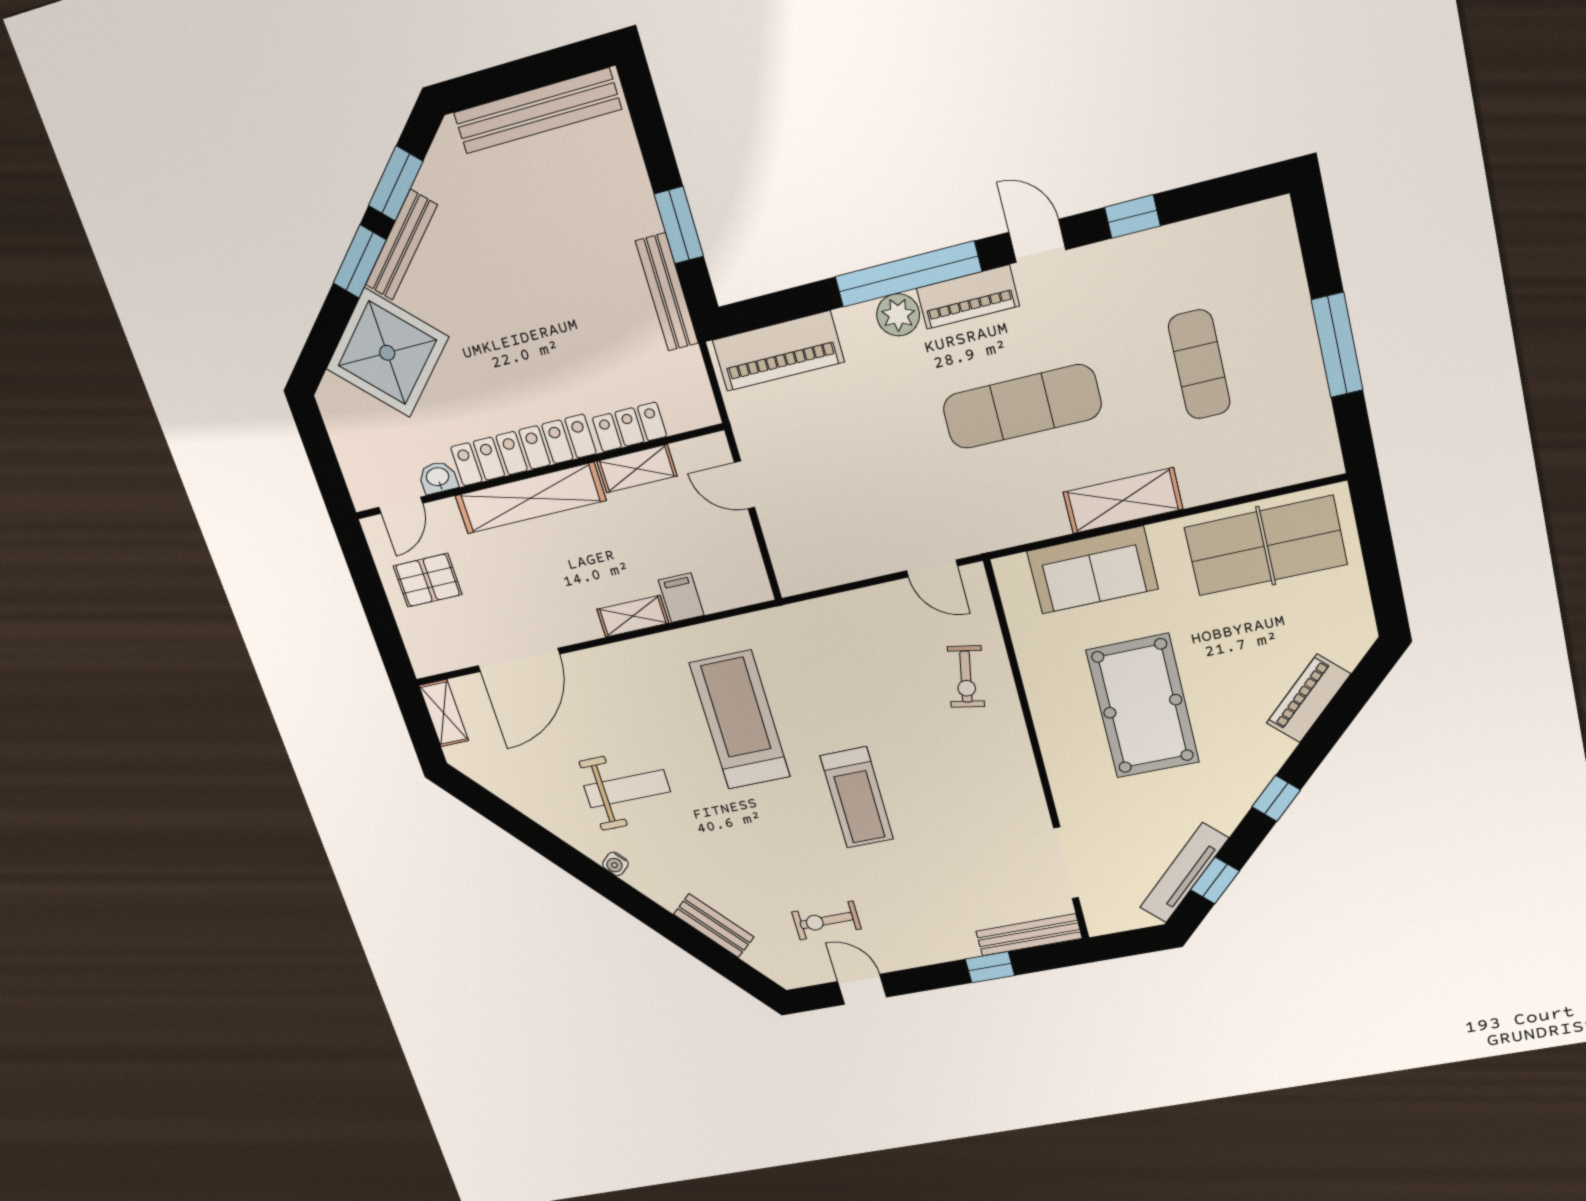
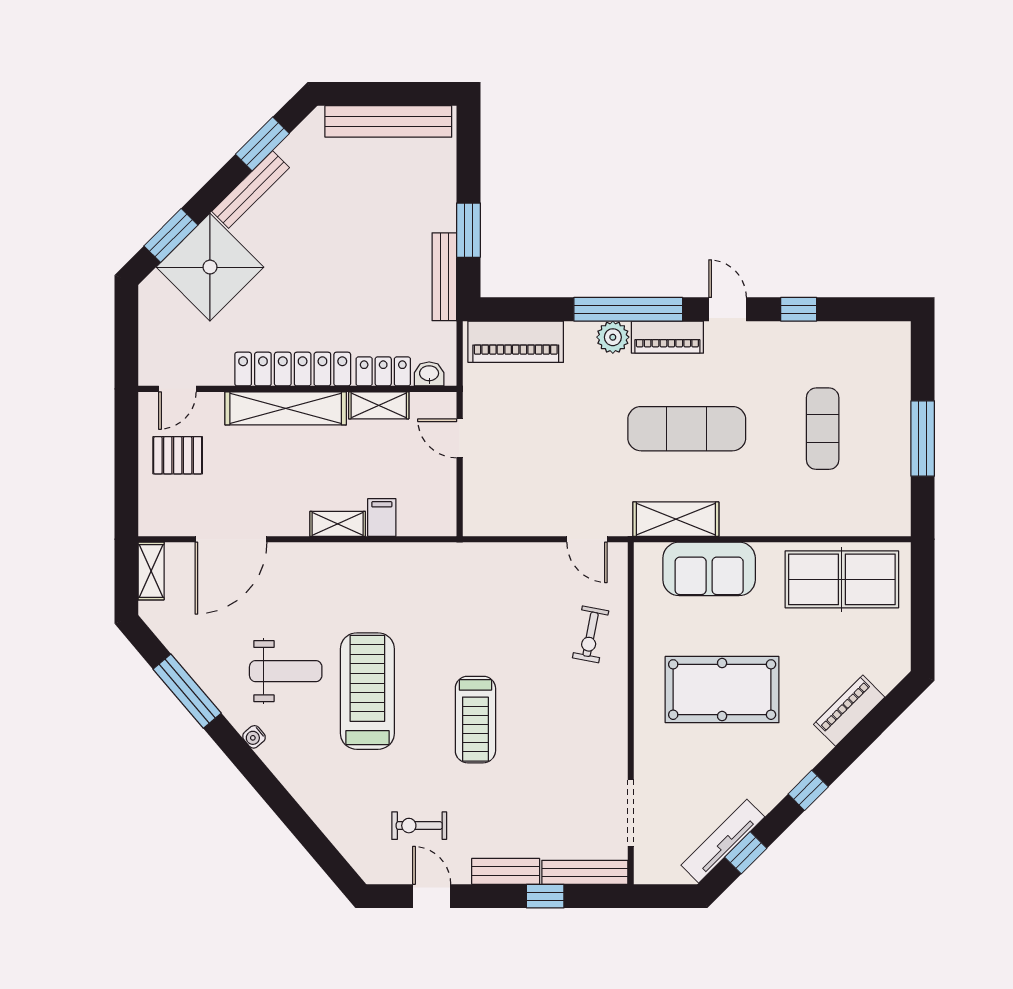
window: (360, 261) -> (171, 235), moved
washbasin: (438, 477) -> (429, 374), moved
shelving: (1123, 501) -> (676, 519), moved
pool table: (1143, 706) -> (722, 690), turned 90
treadmill: (740, 720) -> (367, 691), moved
window: (527, 831) -> (187, 691), added
bench: (714, 926) -> (506, 871), moved, turned -50

